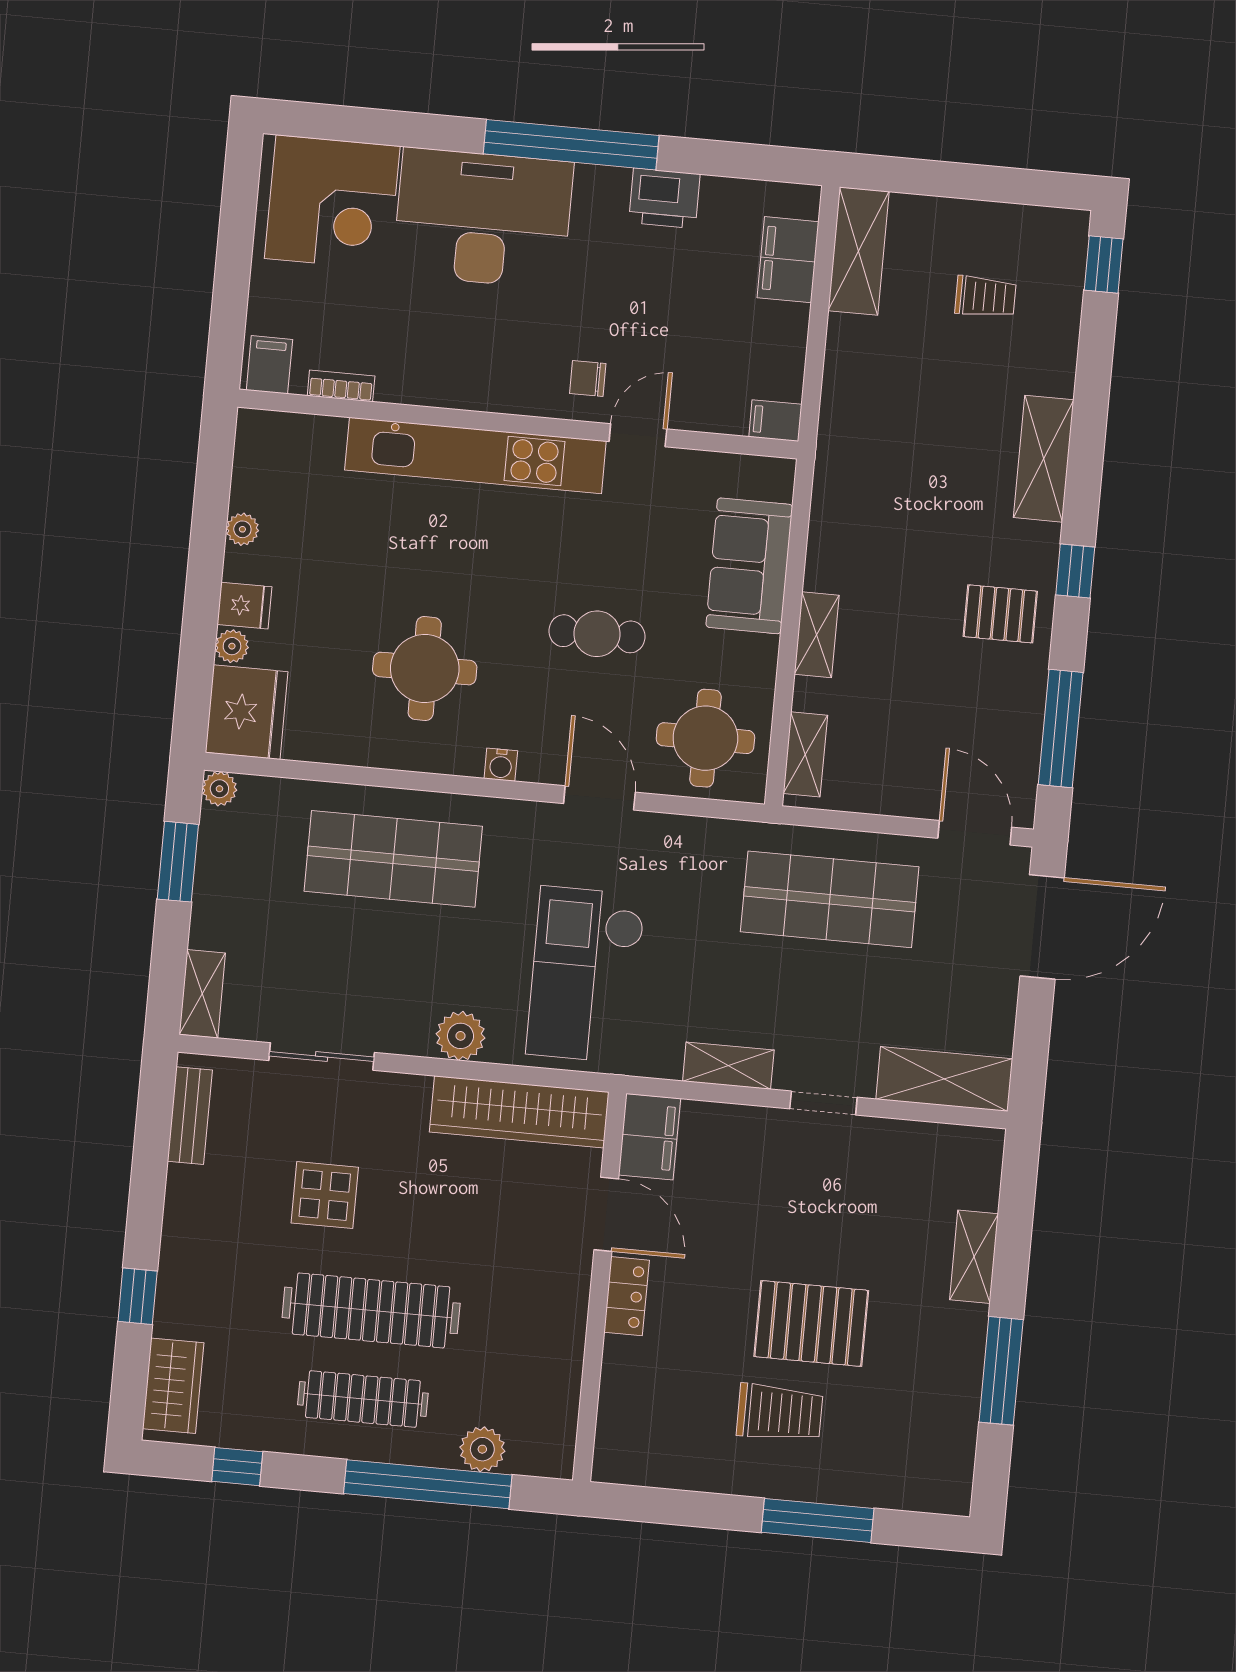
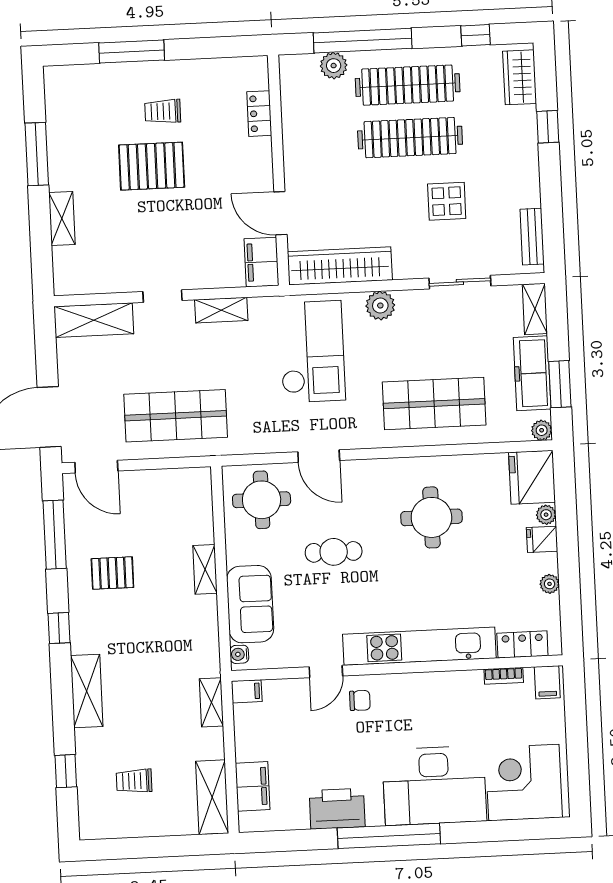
printer: (664, 198) -> (337, 809), width x1.37, depth x1.19
window: (1104, 264) -> (66, 771), moved
locker: (302, 434) -> (522, 644), added
pallet: (1000, 614) -> (112, 573), moved
shelving: (805, 754) -> (211, 702), moved
water cooler: (501, 765) -> (239, 654), moved, turned -90
freezer: (222, 886) -> (532, 373), added
locker: (627, 1296) -> (259, 114), moved
clothes rail: (363, 1399) -> (408, 85), width x1.37, depth x1.31
trolley: (780, 1413) -> (163, 111), width x0.73, depth x0.72

